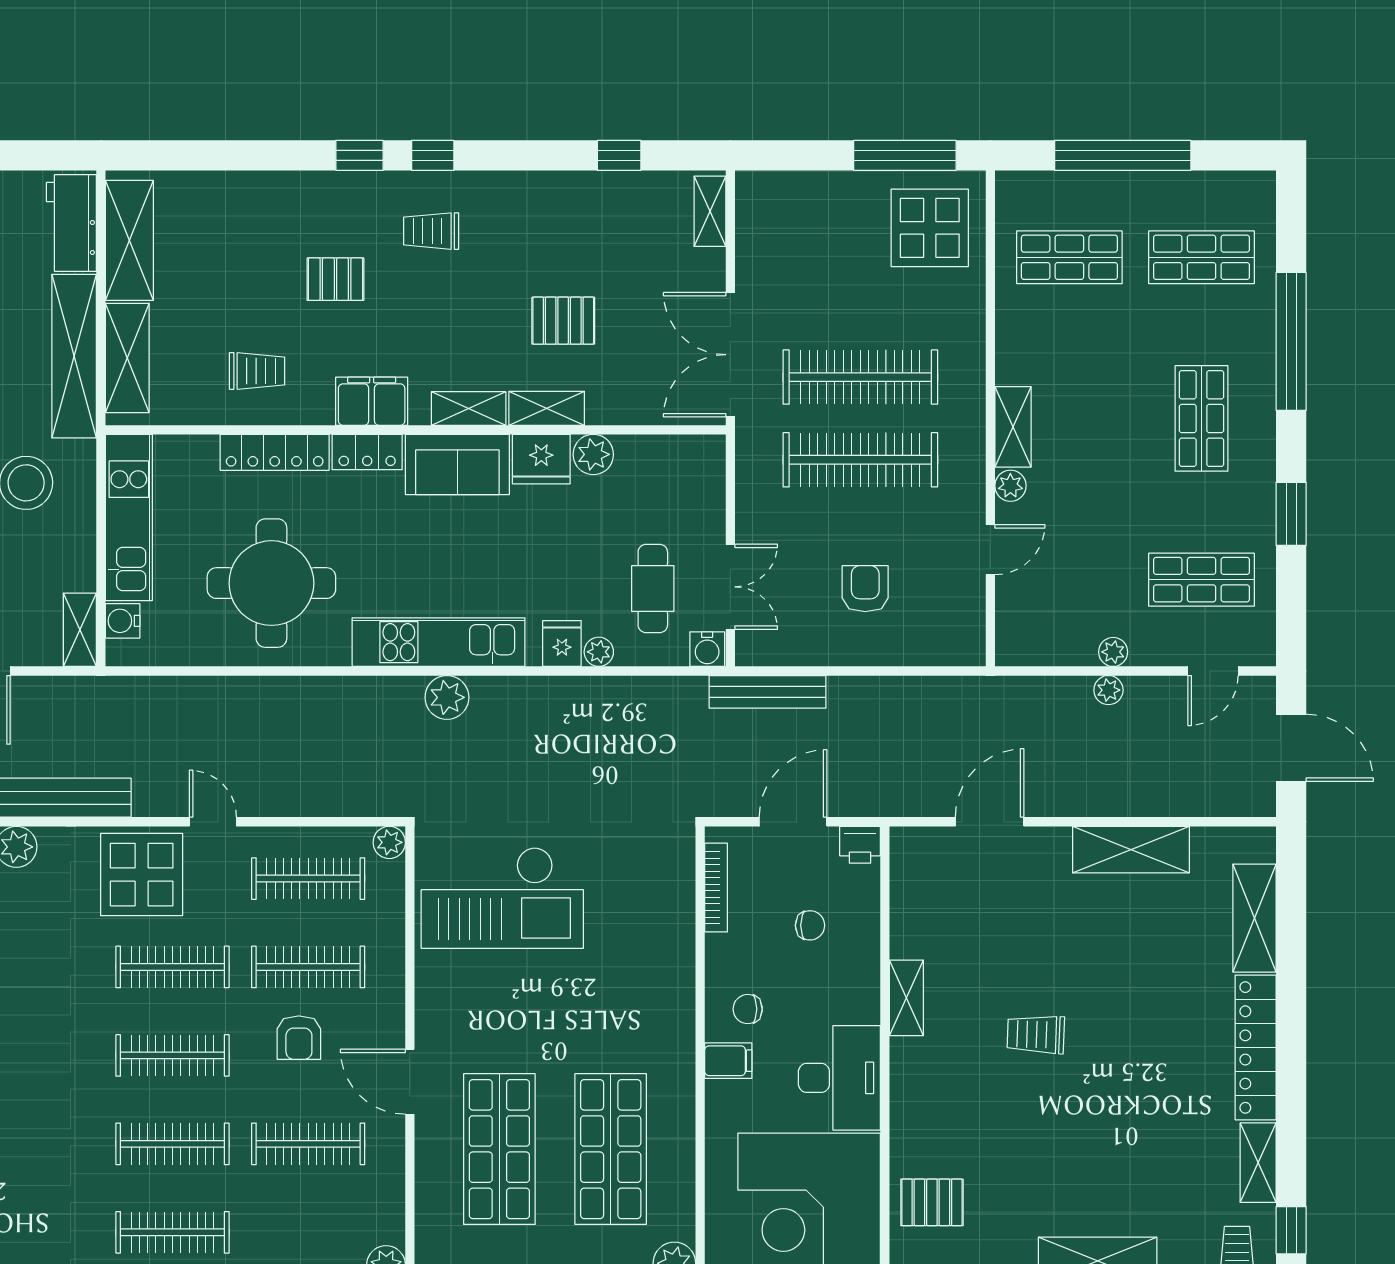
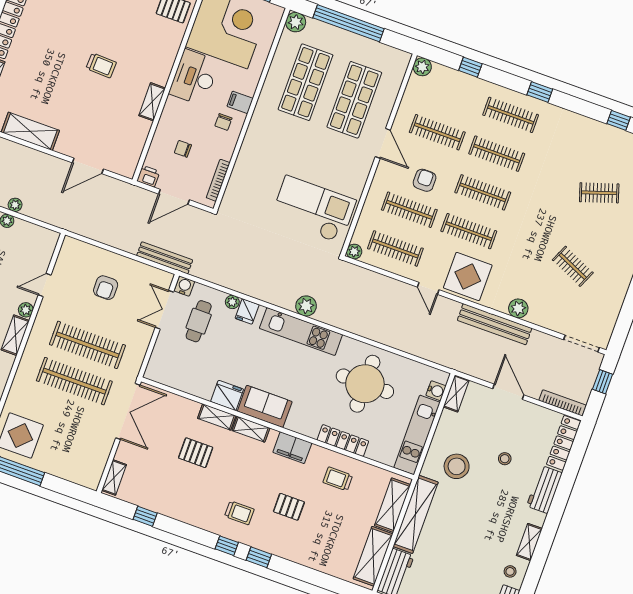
locker: (367, 452) -> (302, 426), removed
plant: (593, 454) -> (204, 389), removed
chair: (748, 1009) -> (223, 122), turned 90

